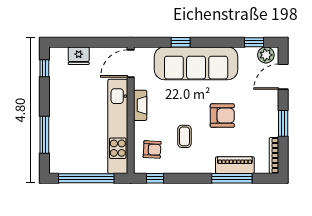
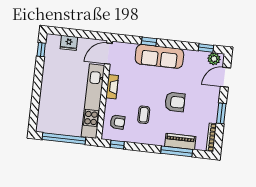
sofa: (196, 63) -> (159, 56), width x0.74, depth x0.79
window: (44, 135) -> (35, 101), removed

